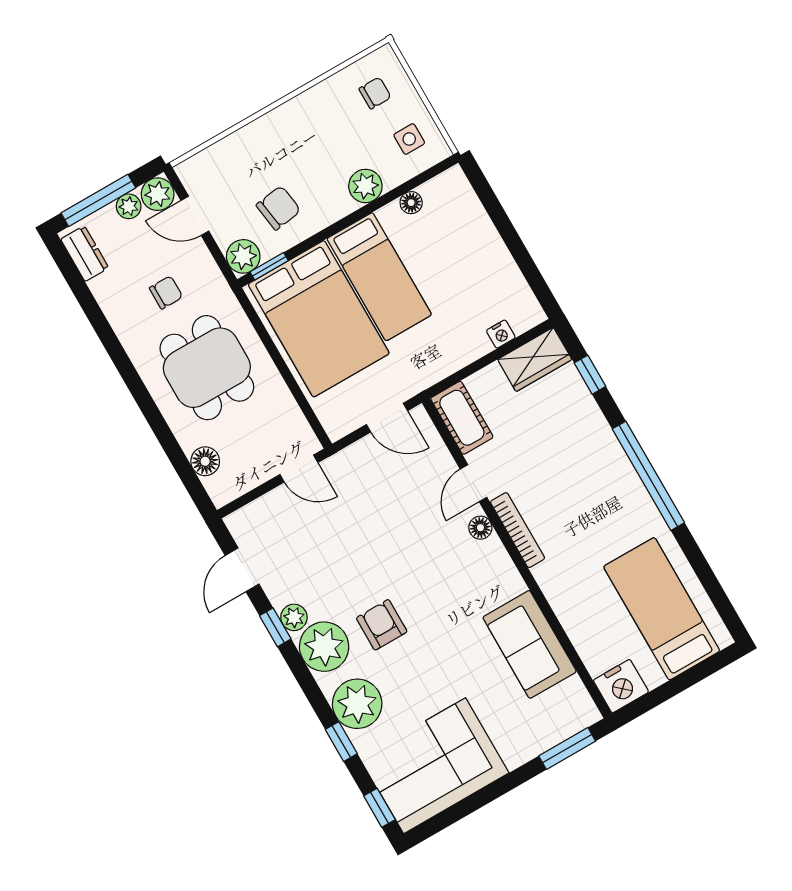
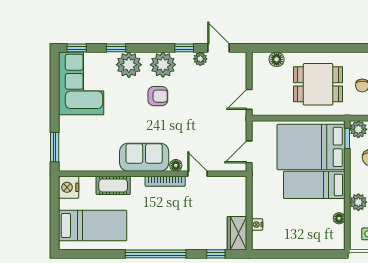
cot: (462, 418) -> (113, 185), moved
plant: (294, 617) -> (200, 59), moved
sofa: (530, 644) -> (144, 157), moved

